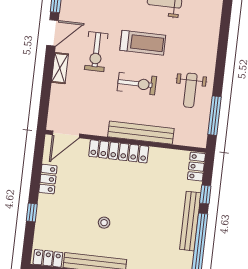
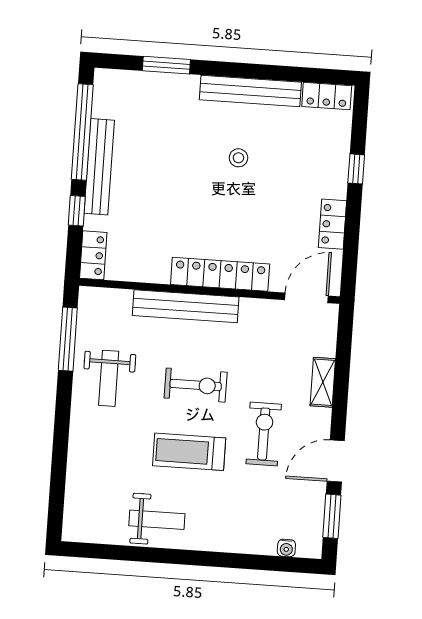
shelving: (60, 68) -> (323, 382), moved
exercise bike: (137, 84) -> (196, 385), turned 180
weight bench: (190, 90) -> (109, 378), turned 180

